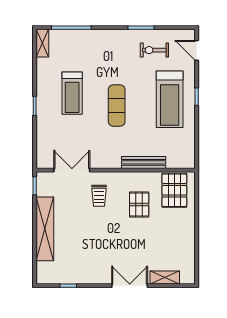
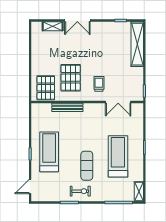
exercise bike: (154, 50) -> (80, 191), moved
door: (197, 50) -> (30, 187), swing flipped
treadmill: (72, 93) -> (118, 156), width x1.37, depth x1.38
exercise mat: (117, 106) -> (87, 166), moved
pallet: (139, 205) -> (71, 78), width x1.50, depth x1.42
shelving: (45, 229) -> (137, 44), moved

